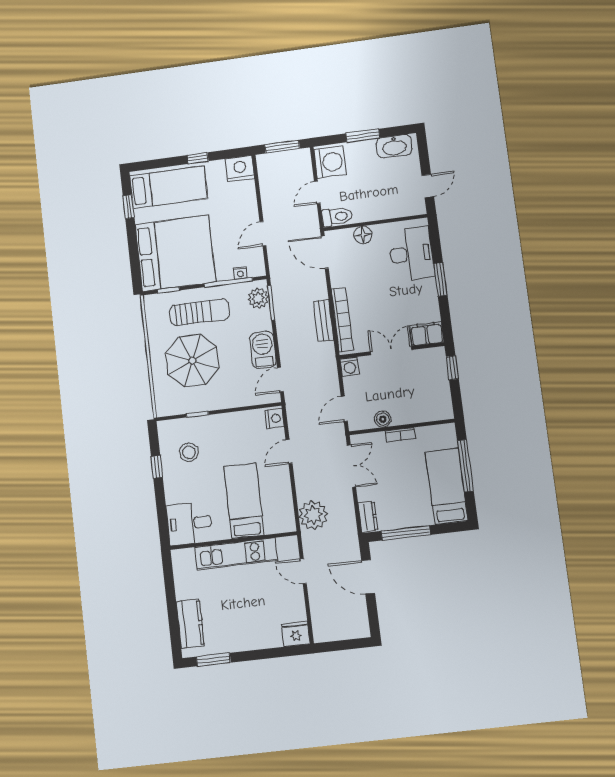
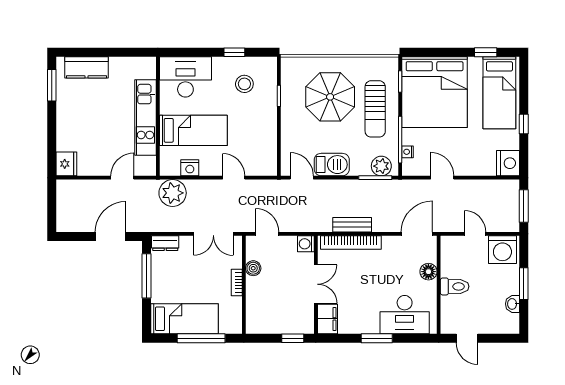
washbasin: (394, 146) -> (512, 304), width x0.52, depth x0.69
toilet: (337, 217) -> (455, 286), moved, turned -90
nightstand: (274, 418) -> (190, 168), moved
desk: (189, 523) -> (185, 77), width x1.37

